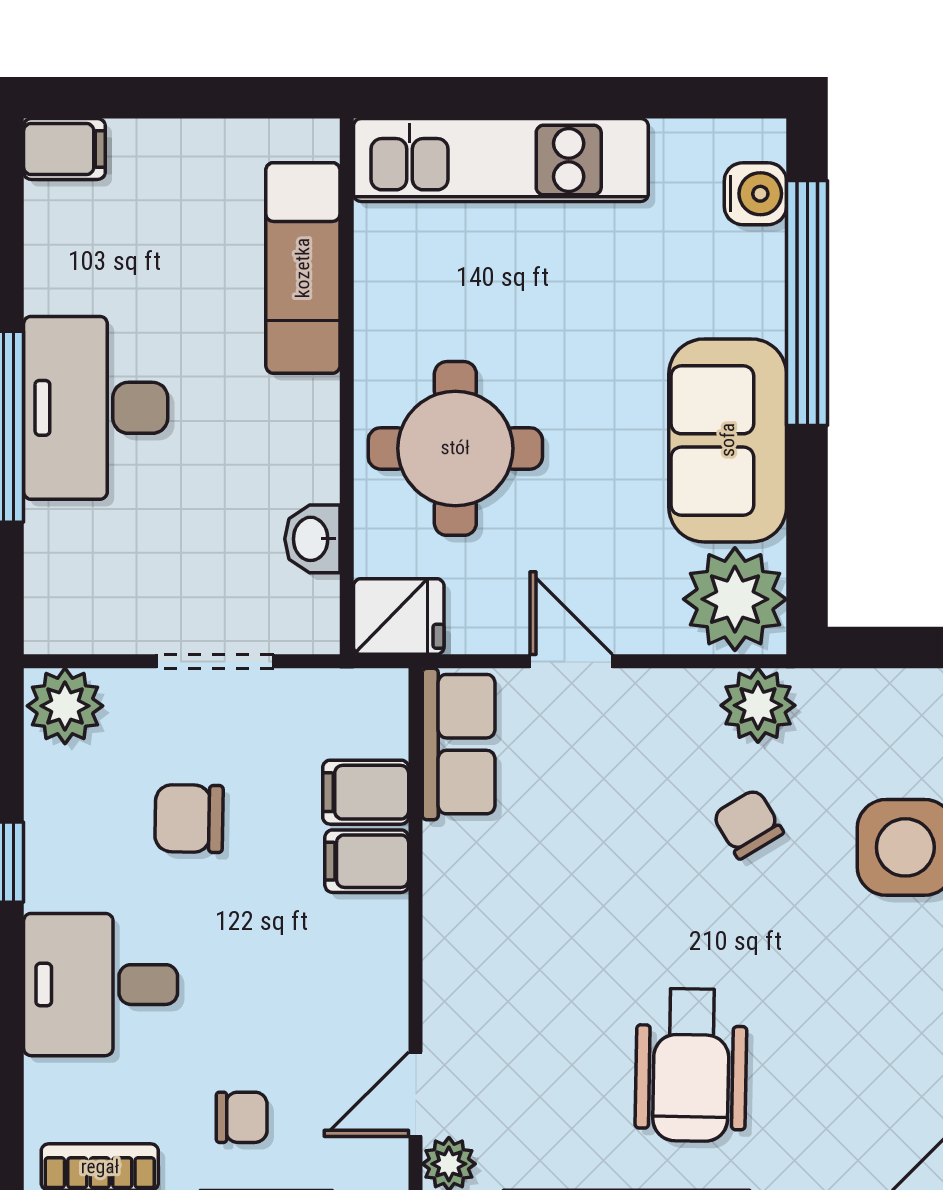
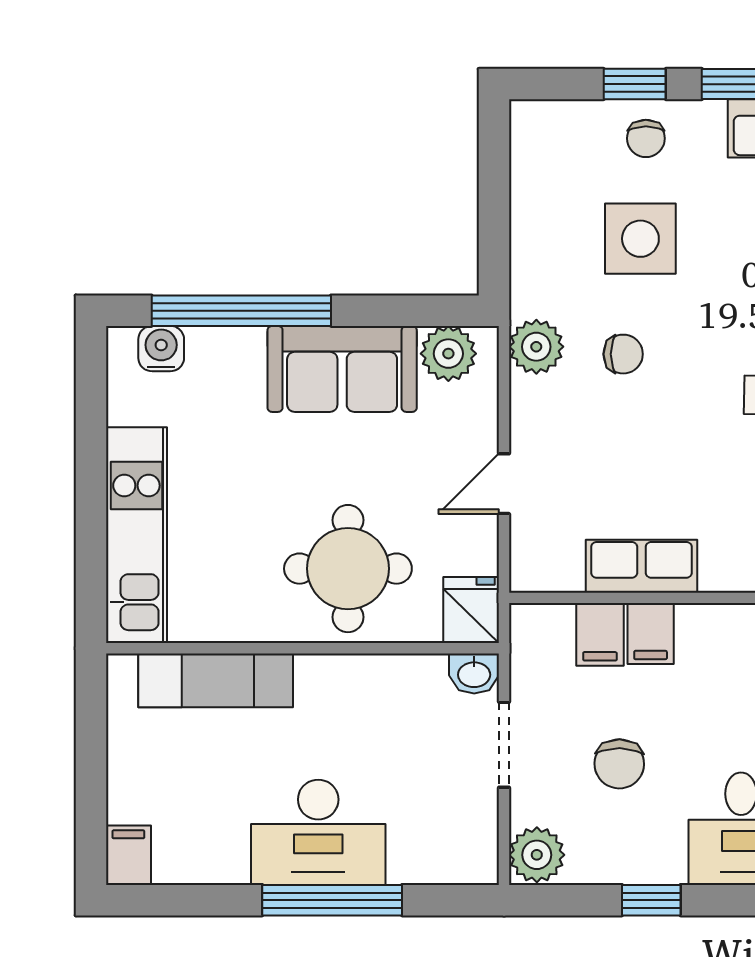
washbasin: (312, 539) -> (474, 673), moved
plant: (735, 599) -> (448, 354), width x0.73, depth x0.73
row of seats: (459, 744) -> (641, 566), moved
chair: (748, 824) -> (623, 354), turned -149

